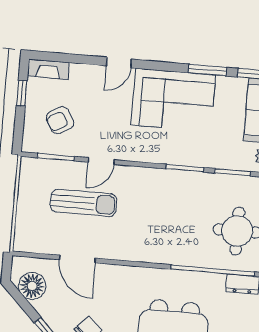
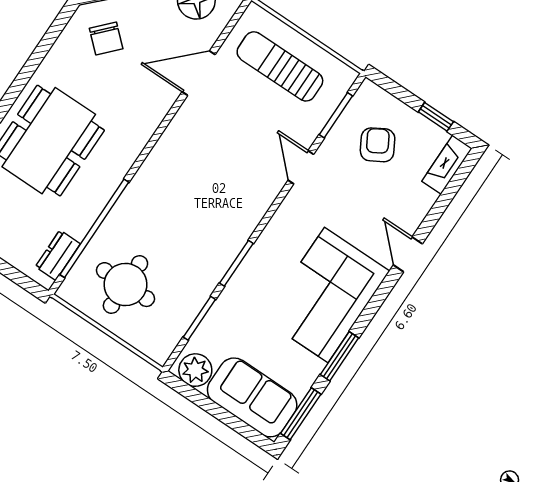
sun lounger: (84, 203) -> (280, 66), moved, turned 90

